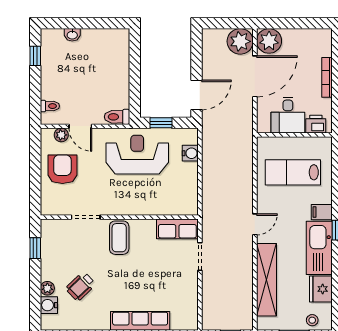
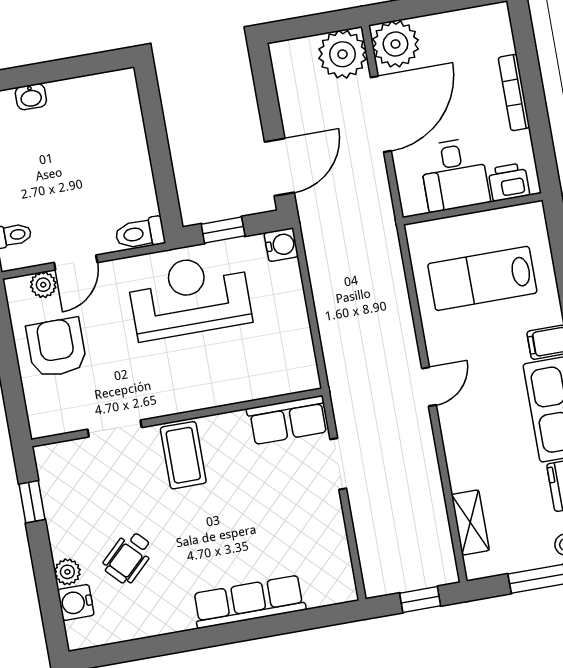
door: (80, 126) -> (76, 262), hinge flipped
water cooler: (190, 153) -> (281, 245), moved
shelving: (266, 280) -> (470, 522), width x0.45, depth x0.75

